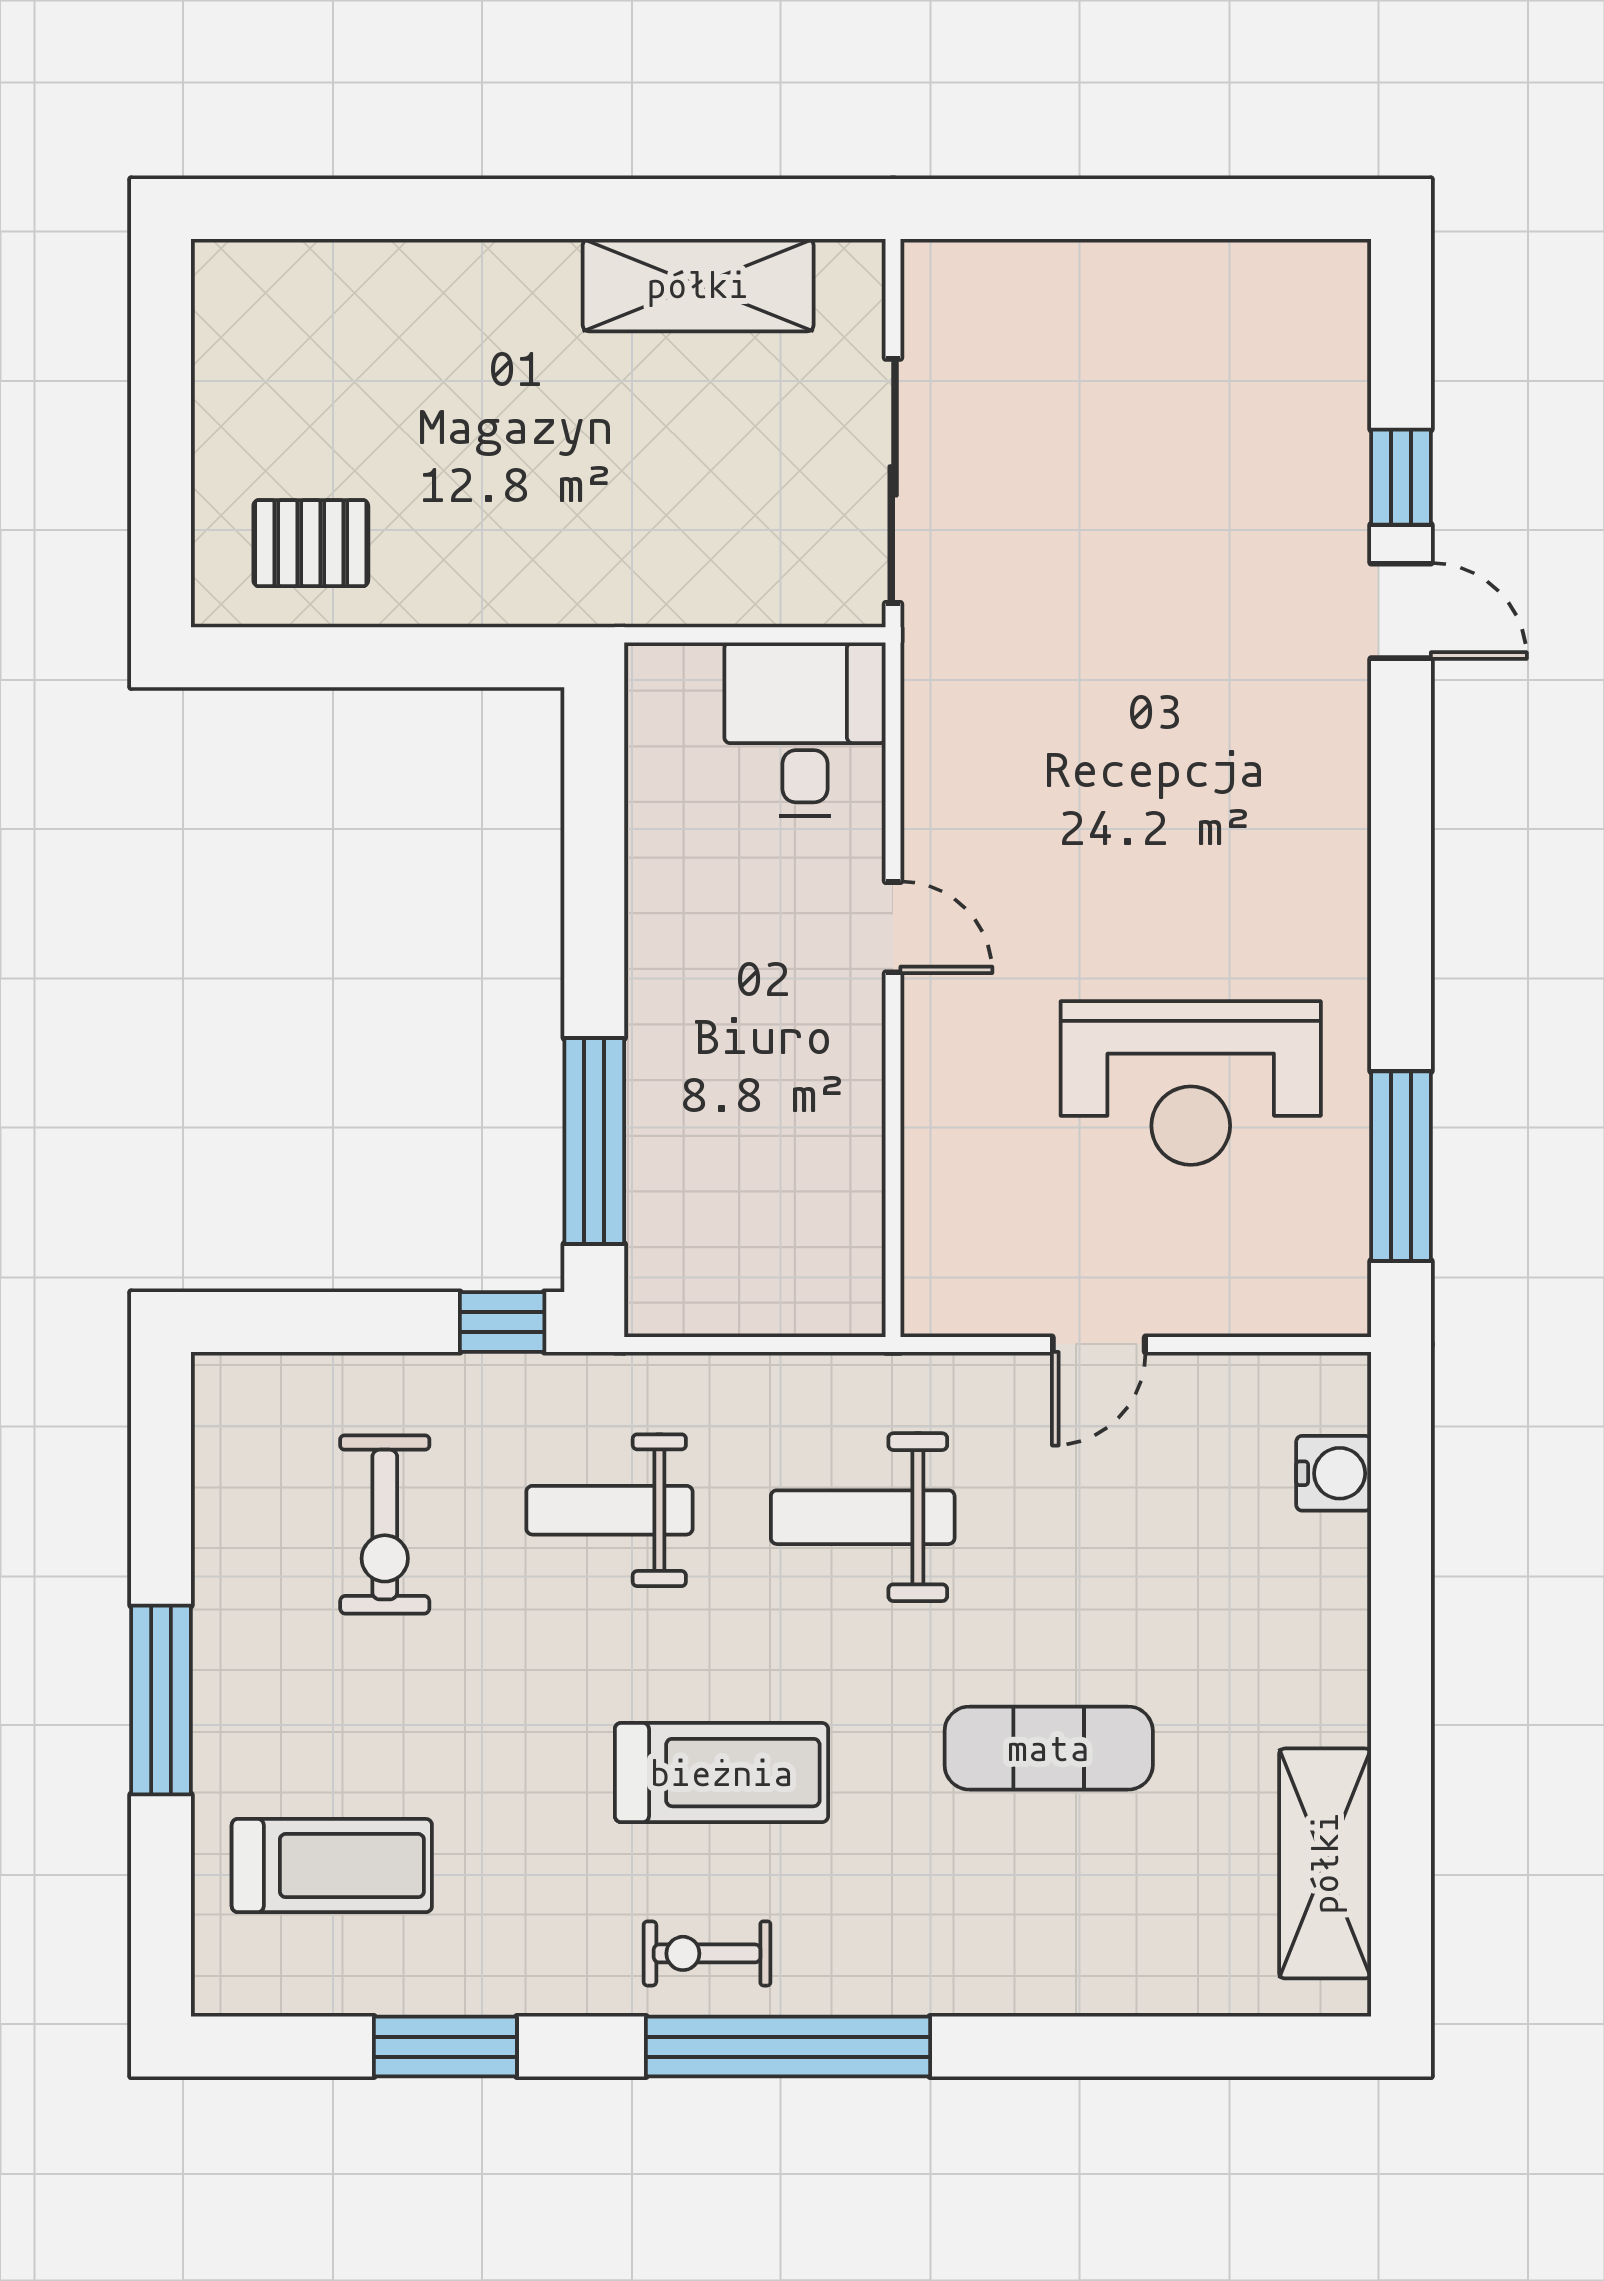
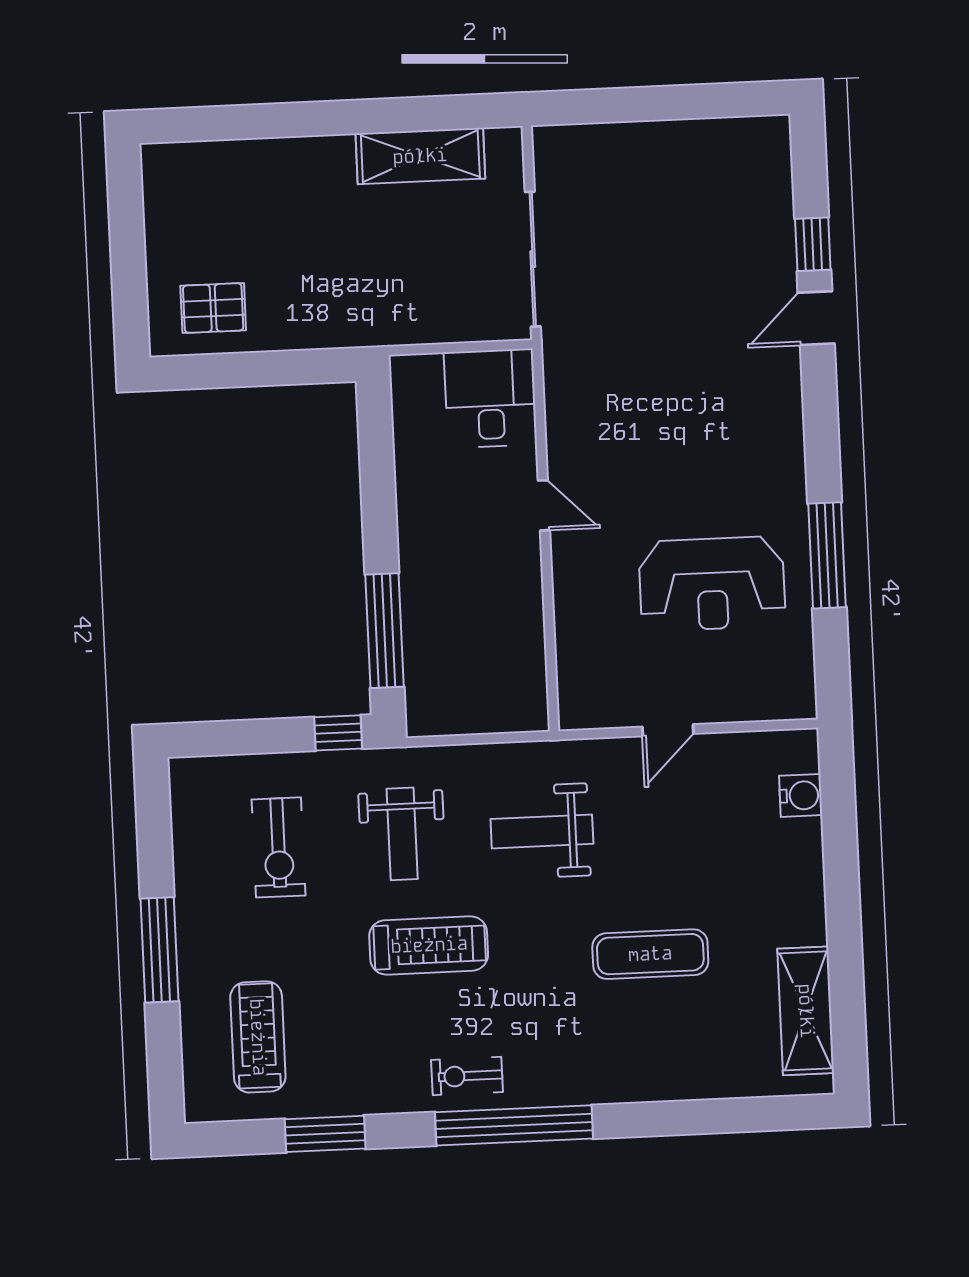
door: (1401, 611) -> (816, 318), swing flipped
window: (1401, 1166) -> (827, 555), moved
weight bench: (609, 1510) -> (402, 834), turned -90
treadmill: (722, 1773) -> (429, 945), moved
treadmill: (332, 1866) -> (258, 1037), turned -90

